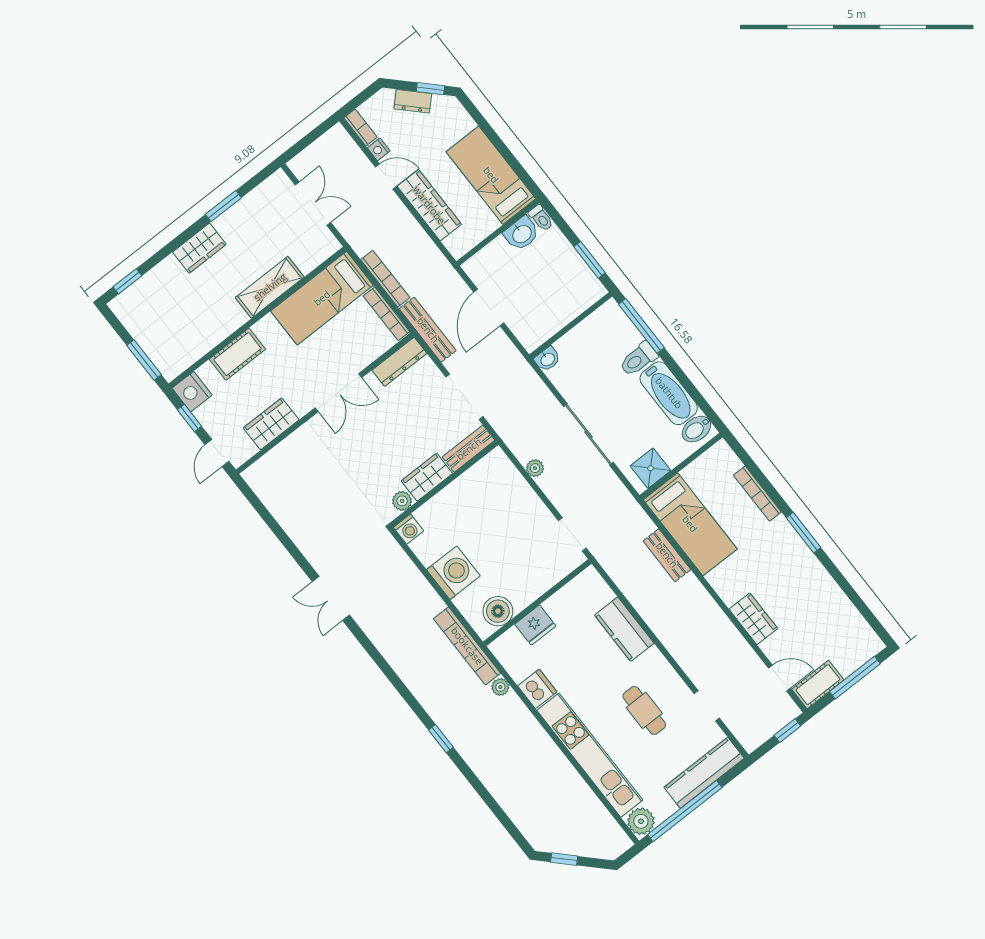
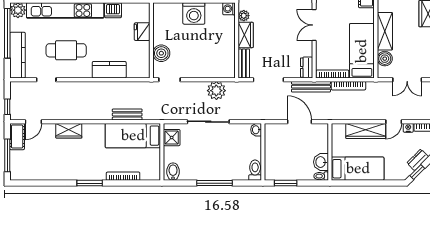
boiler: (308, 258) -> (385, 59), added
window: (641, 326) -> (215, 183), moved
toilet: (638, 359) -> (255, 170), moved
dresser: (399, 362) -> (307, 68), width x0.70
bathtub: (669, 393) -> (199, 172), removed
plant: (535, 468) -> (216, 91), width x1.88, depth x1.88
boiler: (498, 611) -> (161, 53), moved
cafe table: (644, 710) -> (66, 50), width x1.37, depth x1.35

